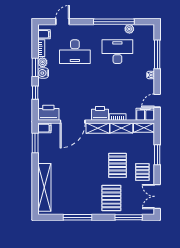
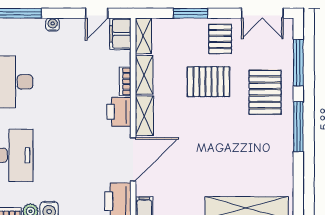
door: (157, 101) -> (97, 13), hinge flipped
door: (73, 122) -> (133, 159), hinge flipped
pallet: (142, 172) -> (220, 39), turned 90
pallet: (111, 198) -> (265, 92), turned 90
window: (78, 217) -> (298, 127), moved

